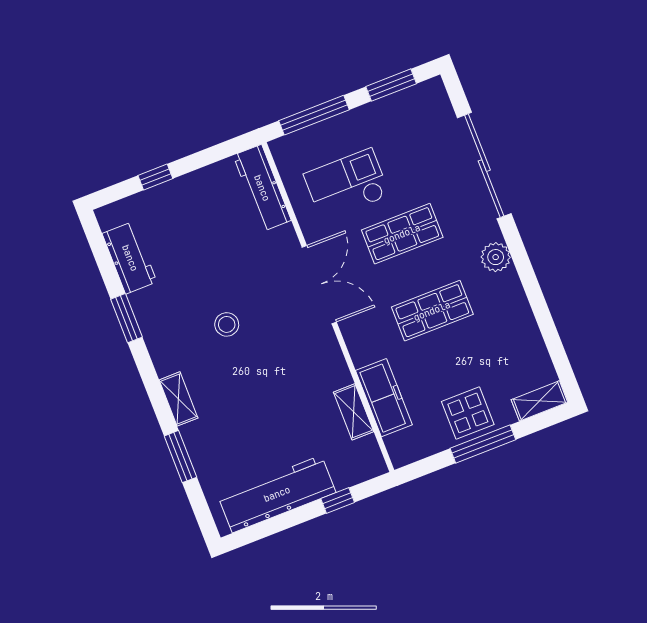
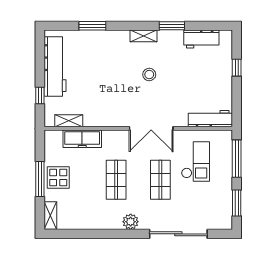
shelving: (179, 399) -> (144, 36), moved
shelving: (354, 412) -> (69, 121), moved

